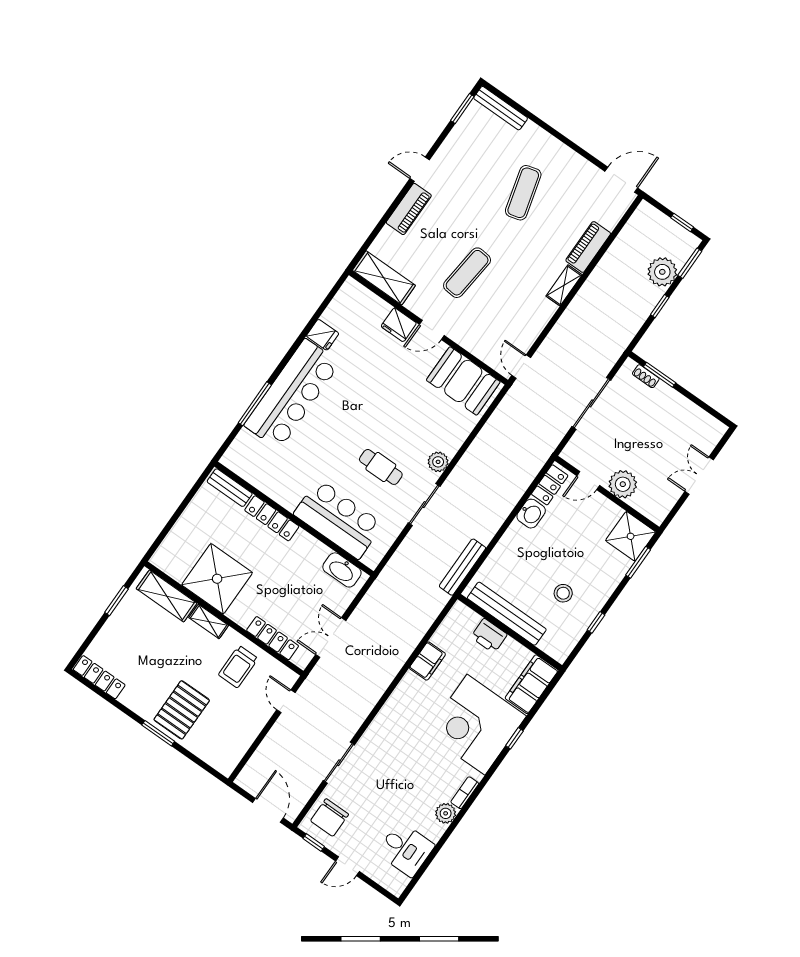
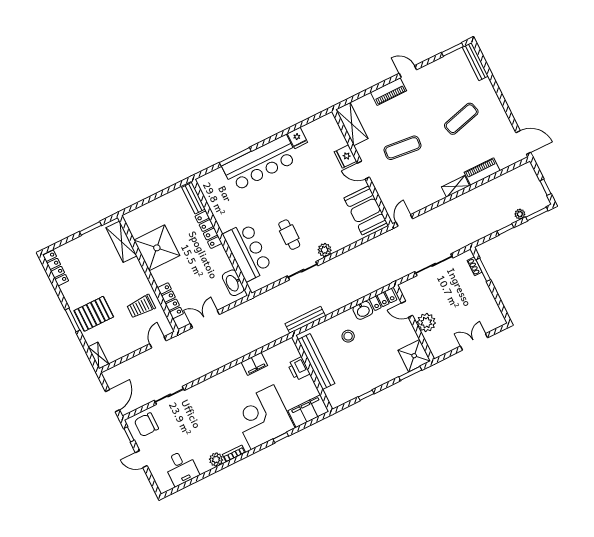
plant: (662, 272) -> (520, 214), width x0.53, depth x0.53
stool: (563, 593) -> (348, 336), moved
shelving: (209, 622) -> (98, 356), moved

